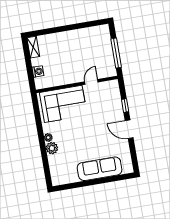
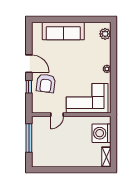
washing machine: (38, 71) -> (102, 133), width x1.89, depth x1.89
armchair: (108, 112) -> (46, 83), added
plant: (52, 148) -> (105, 34), moved

